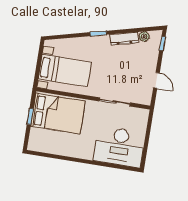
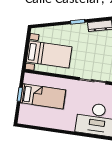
bed: (58, 114) -> (43, 96), width x0.67

